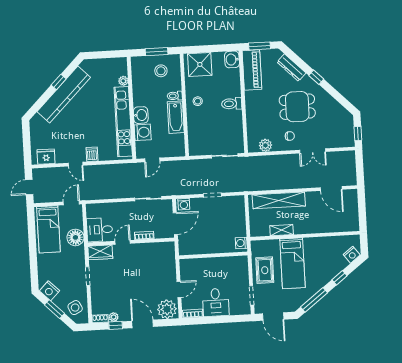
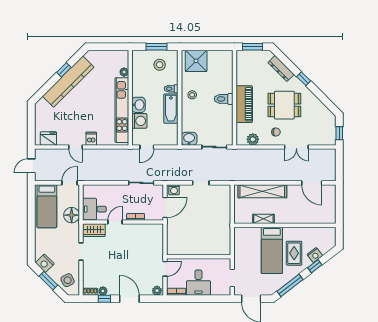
washbasin: (232, 59) -> (189, 139), moved, turned 90
piano: (252, 70) -> (244, 104), moved
washing machine: (241, 243) -> (225, 229), removed
wall: (213, 255) -> (199, 257), moved
nightstand: (352, 255) -> (315, 255), moved
rug: (265, 270) -> (294, 253), moved
plant: (167, 309) -> (157, 291), width x0.53, depth x0.53

